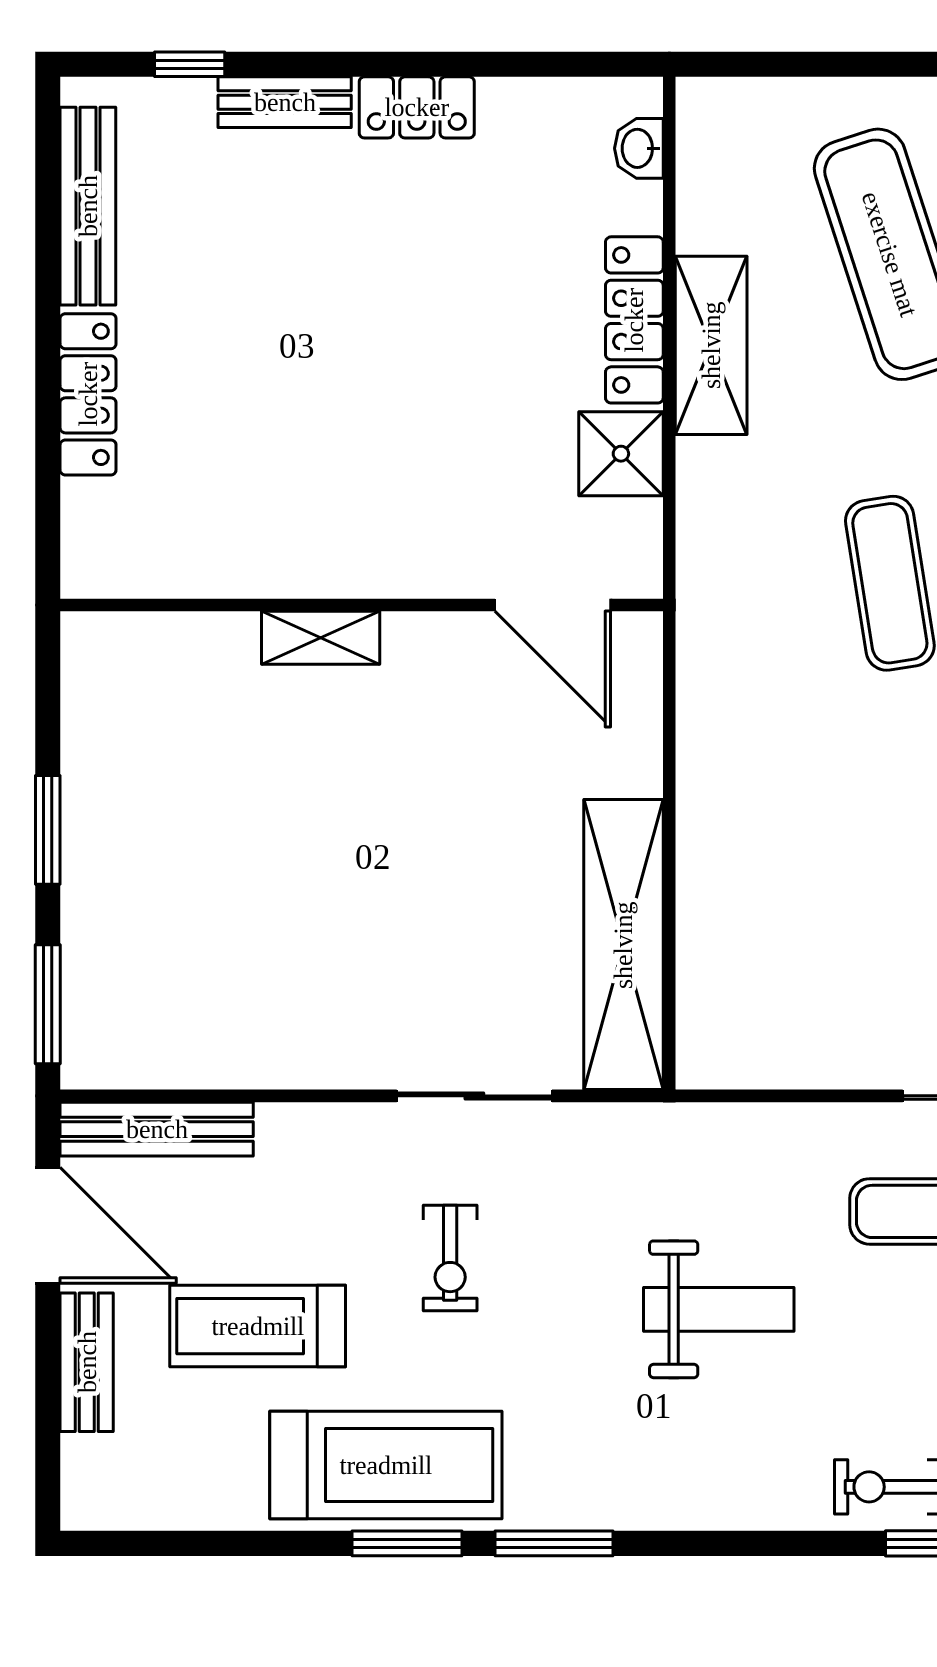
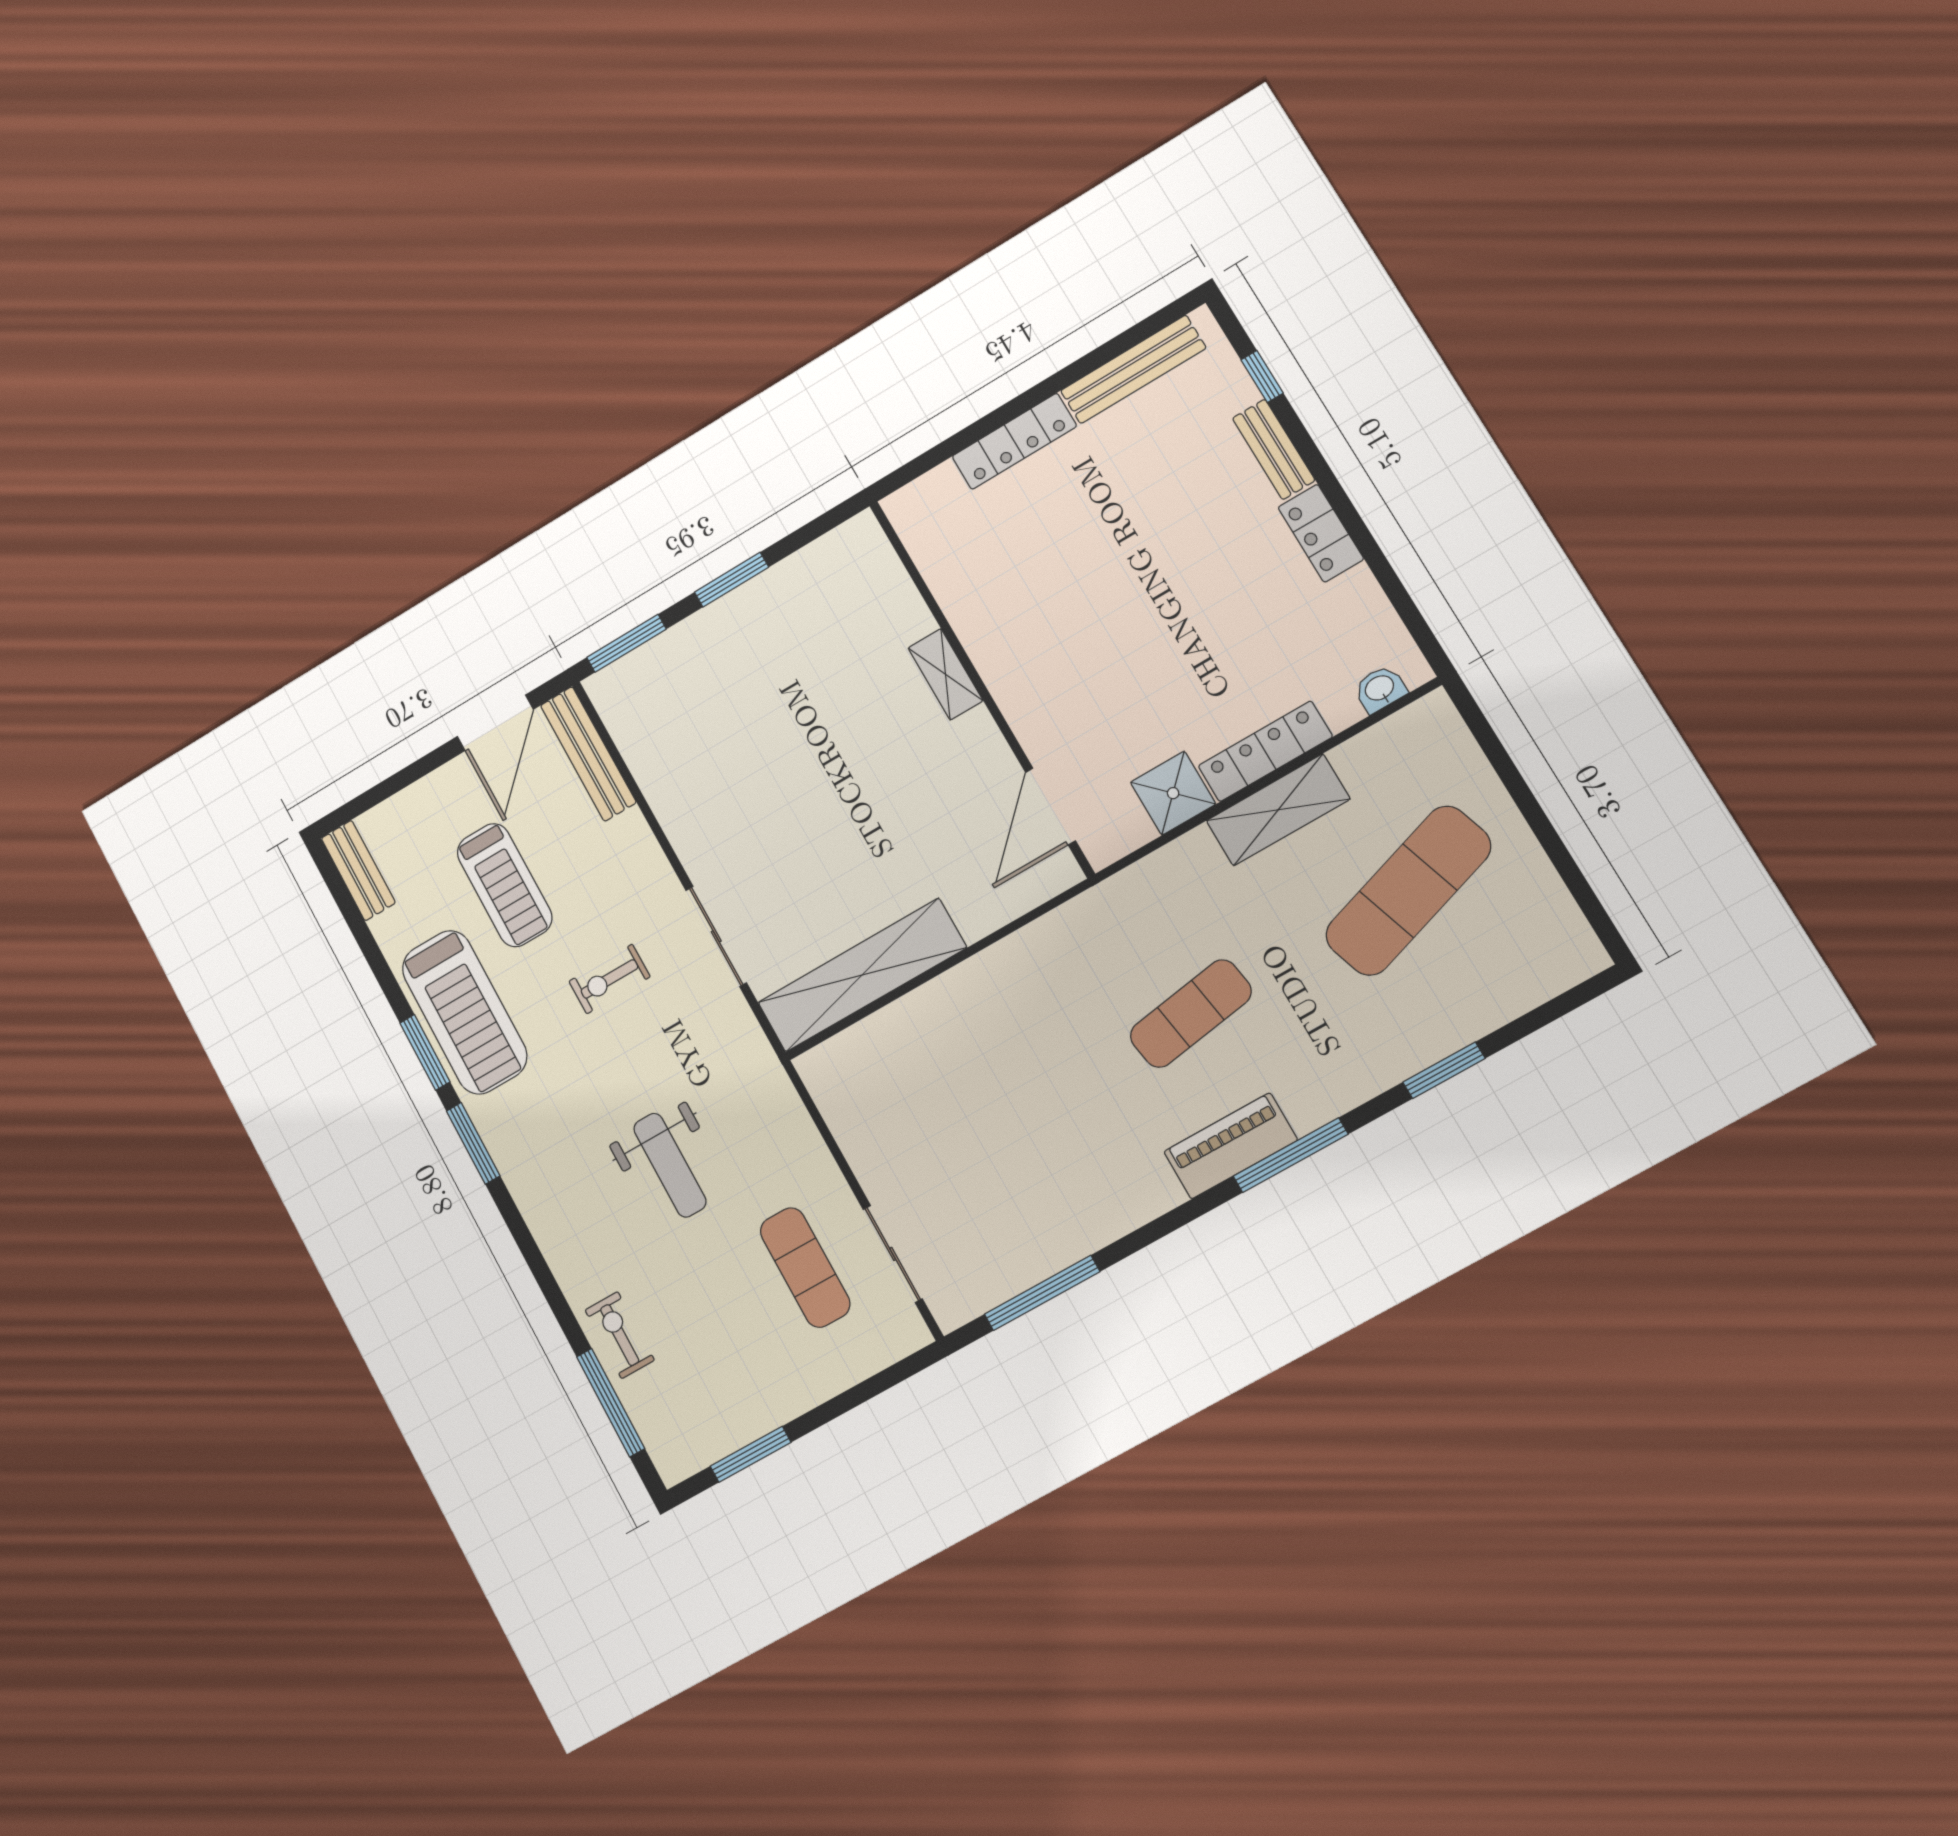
treadmill: (258, 1326) -> (505, 885), turned 180
bench: (87, 1362) -> (358, 870), moved, turned 90

